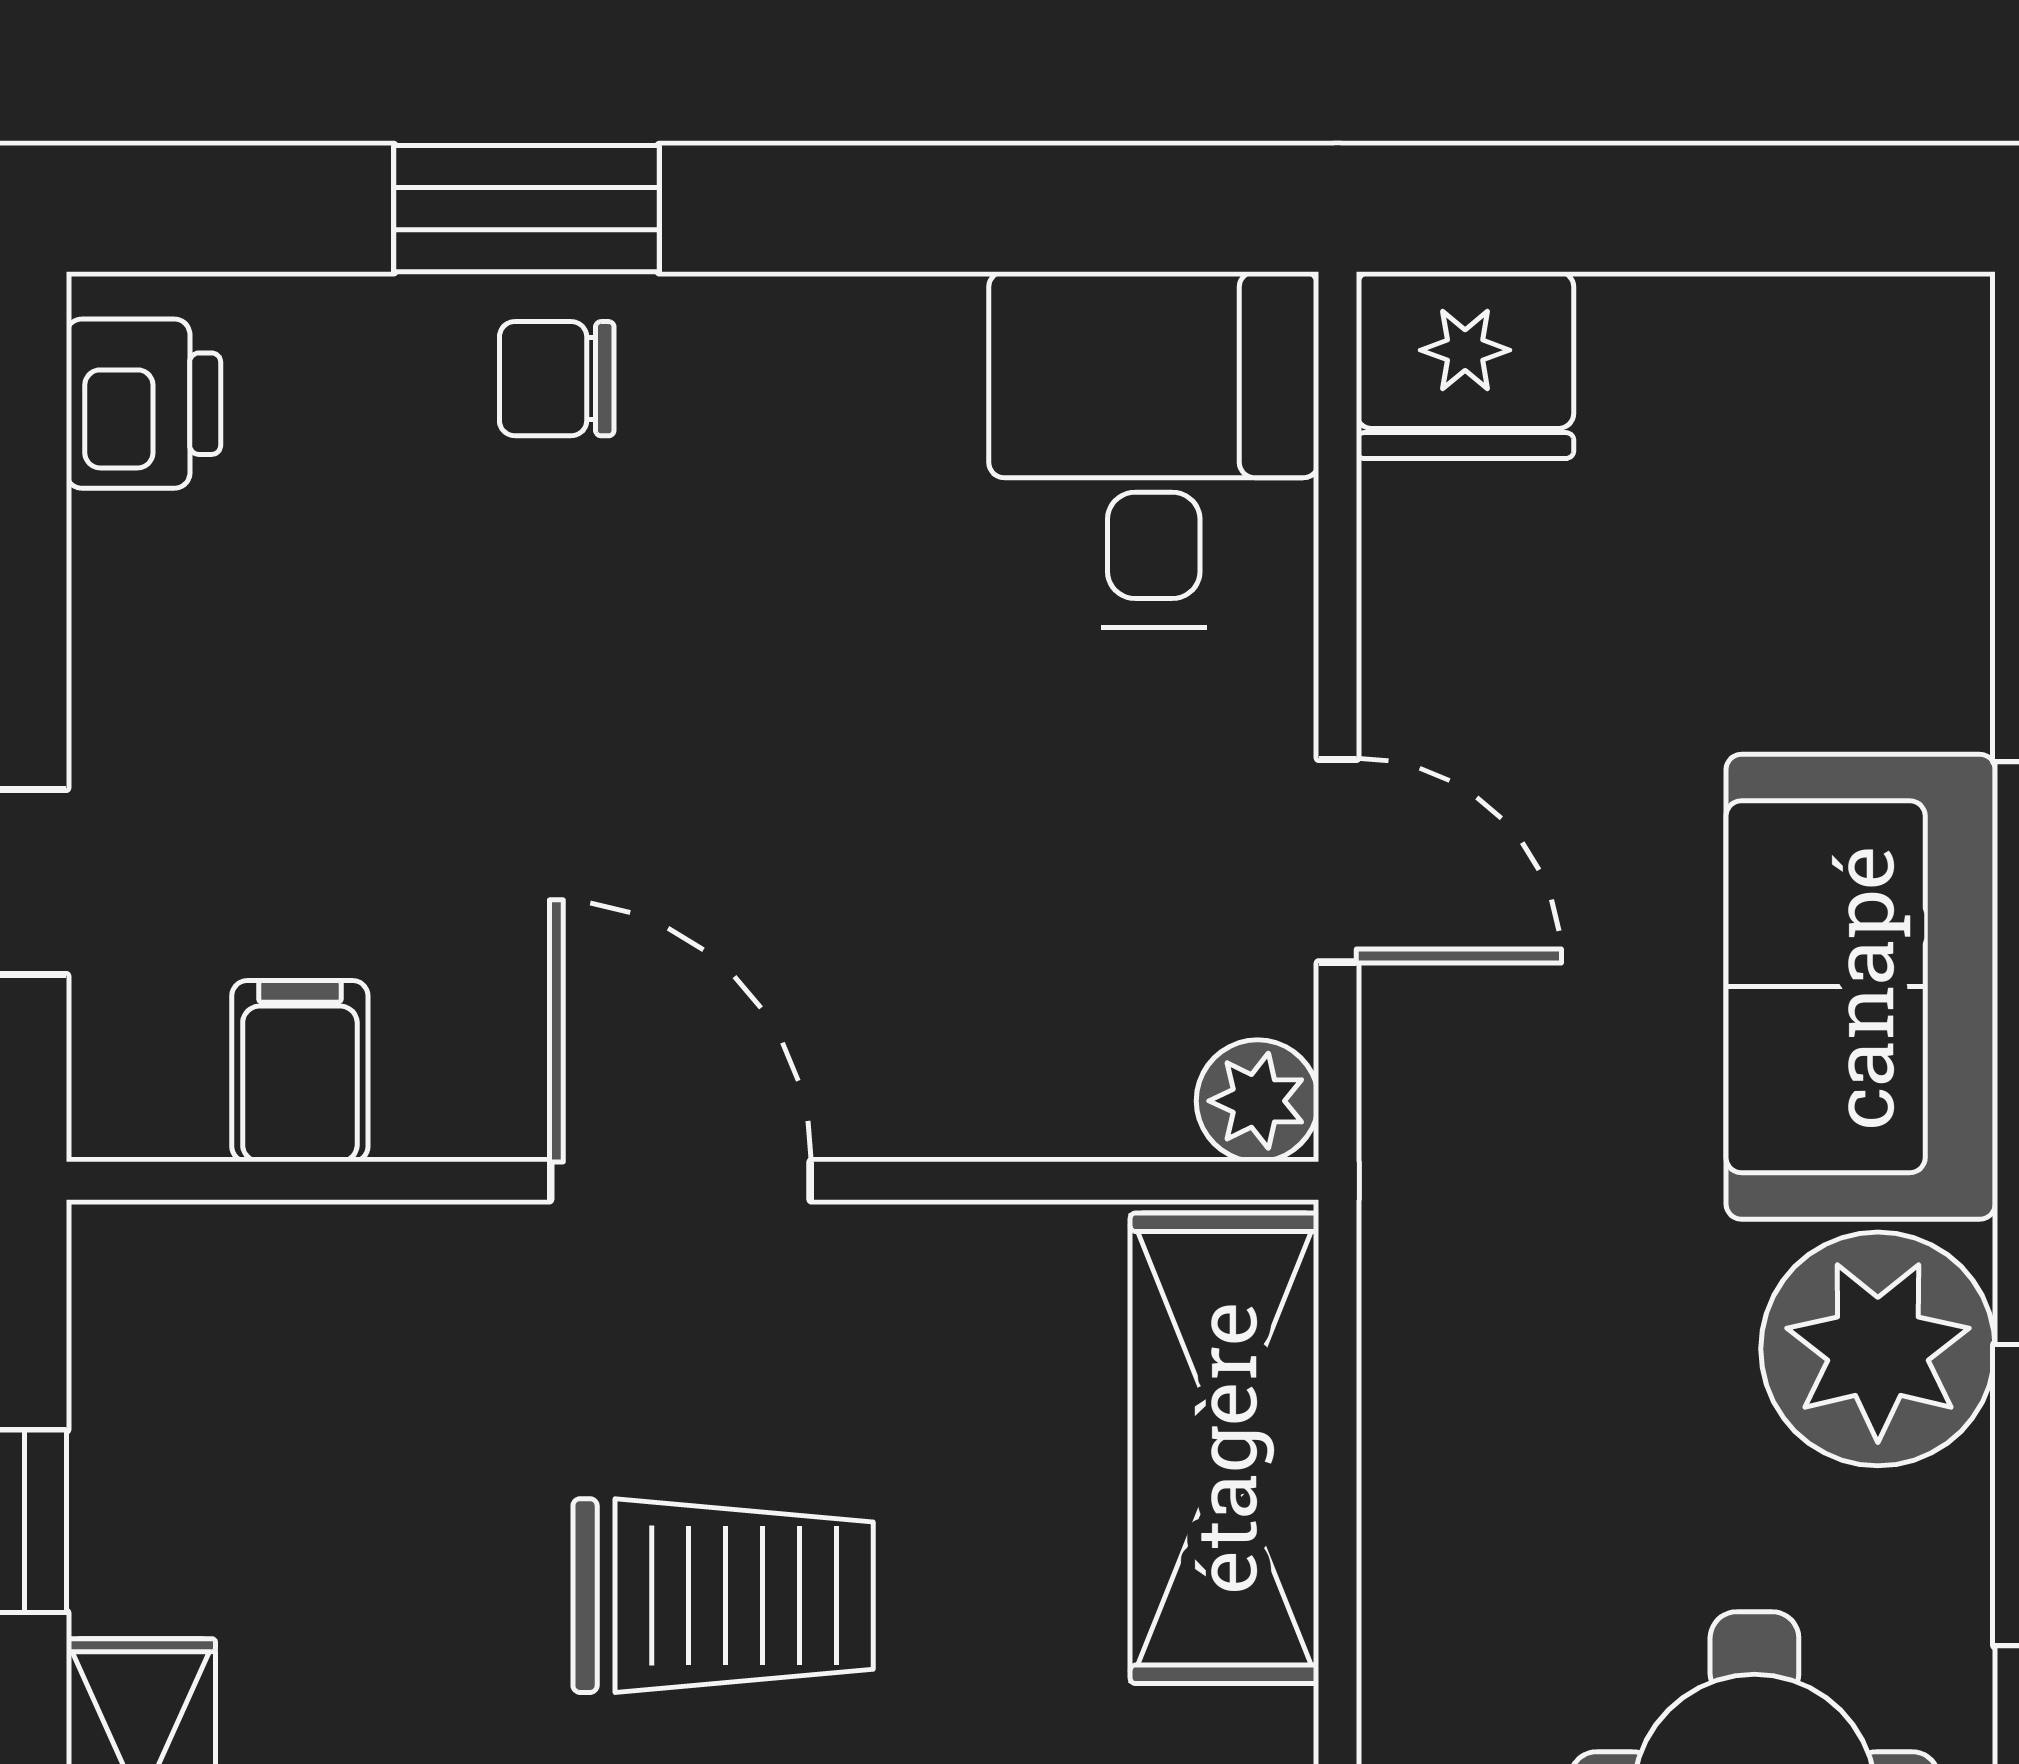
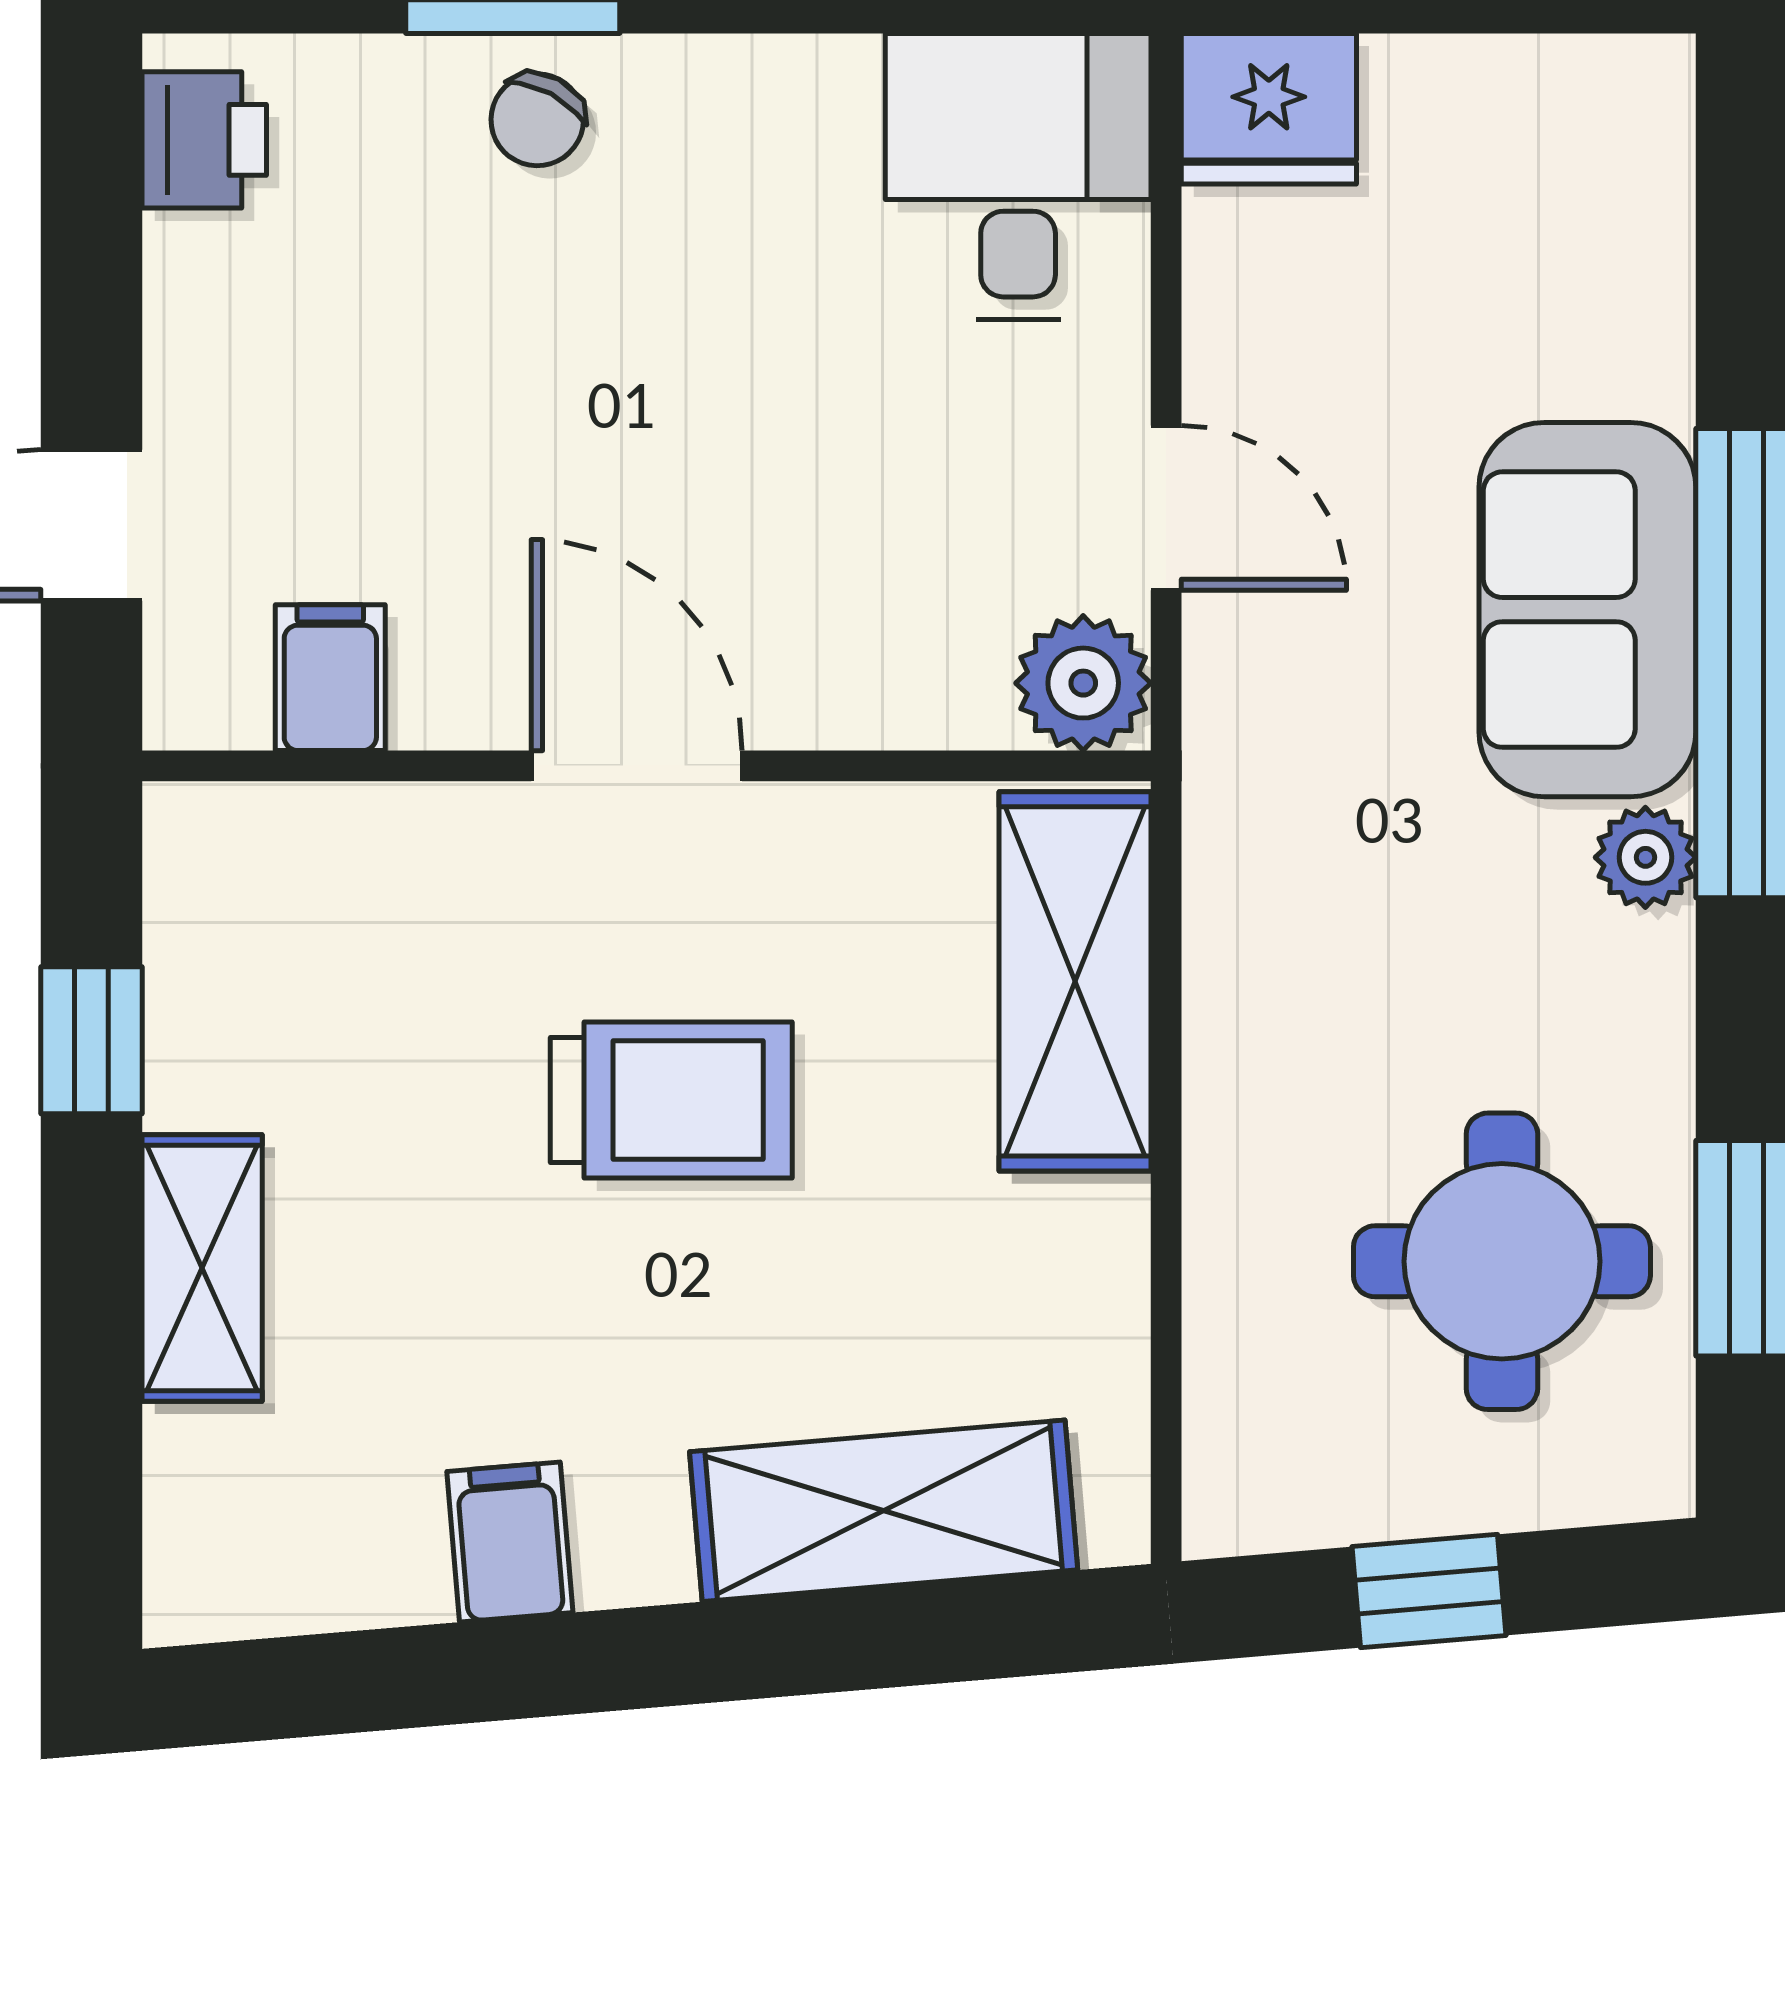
chair: (557, 379) -> (537, 120), turned -62
plant: (1258, 1101) -> (1083, 683), width x1.38, depth x1.38
plant: (1878, 1349) -> (1645, 857), width x0.53, depth x0.53

